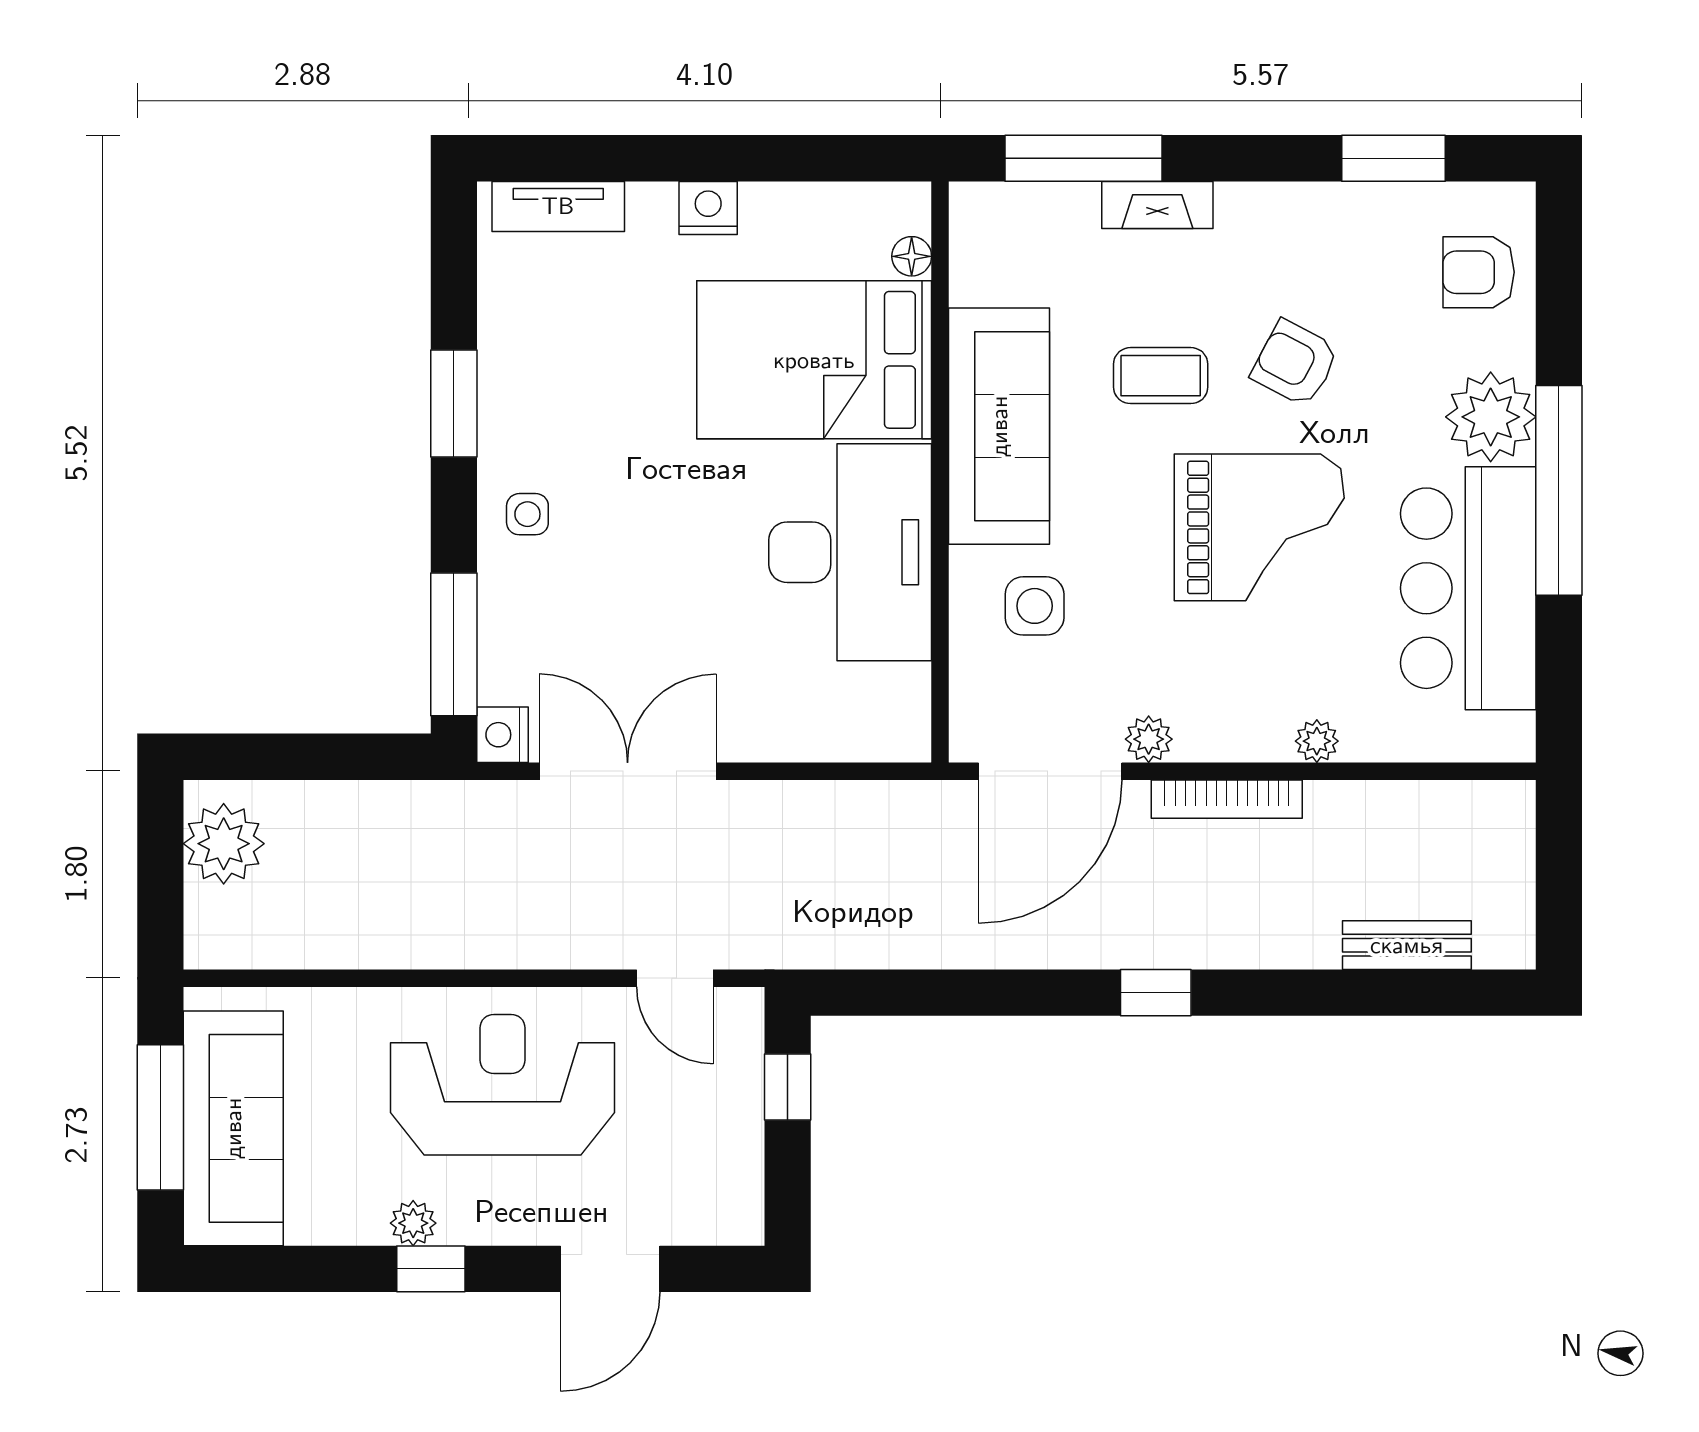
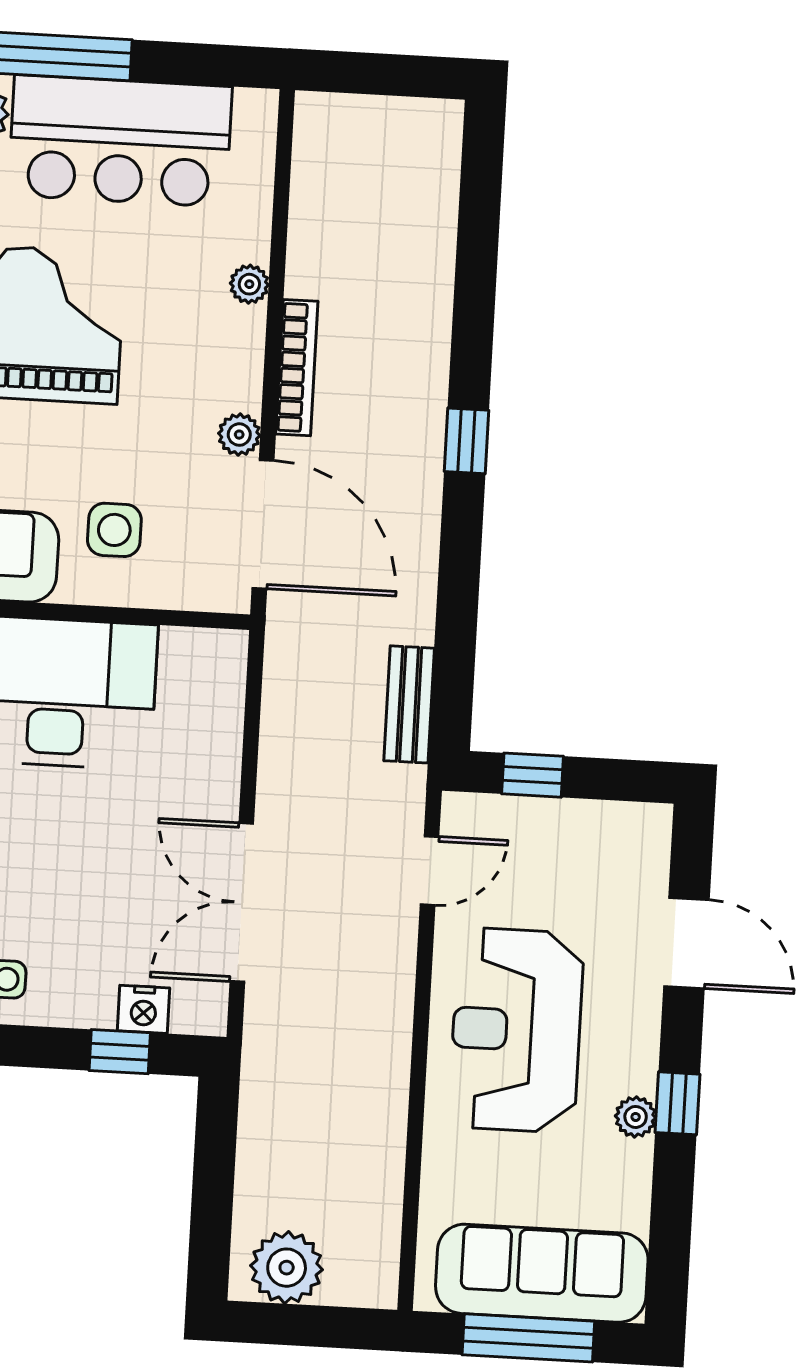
window: (454, 644) -> (120, 1052), width x0.46
nightstand: (502, 735) -> (144, 1009), moved
bench: (1407, 945) -> (409, 704), moved

